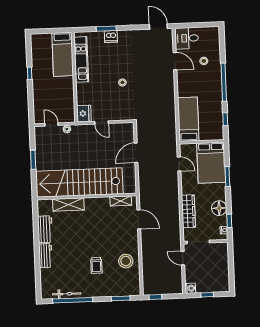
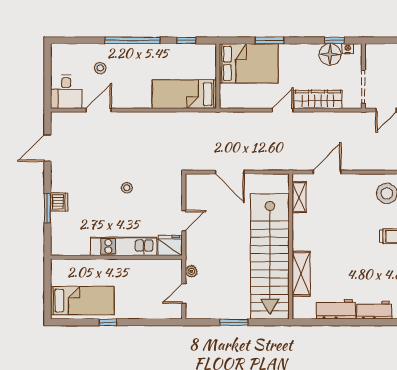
door: (158, 27) -> (47, 148), moved
bed: (63, 54) -> (82, 301), moved
kitchen unit: (81, 59) -> (124, 246), moved
door: (179, 164) -> (283, 110), moved
floor lamp: (219, 208) -> (330, 54), moved

